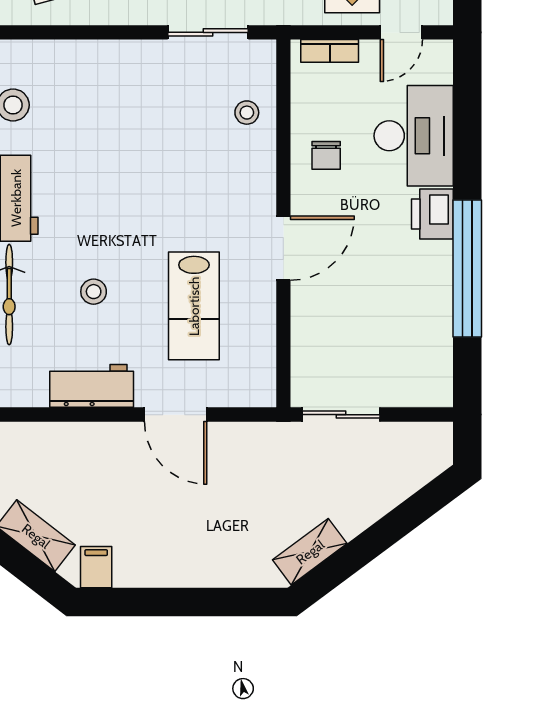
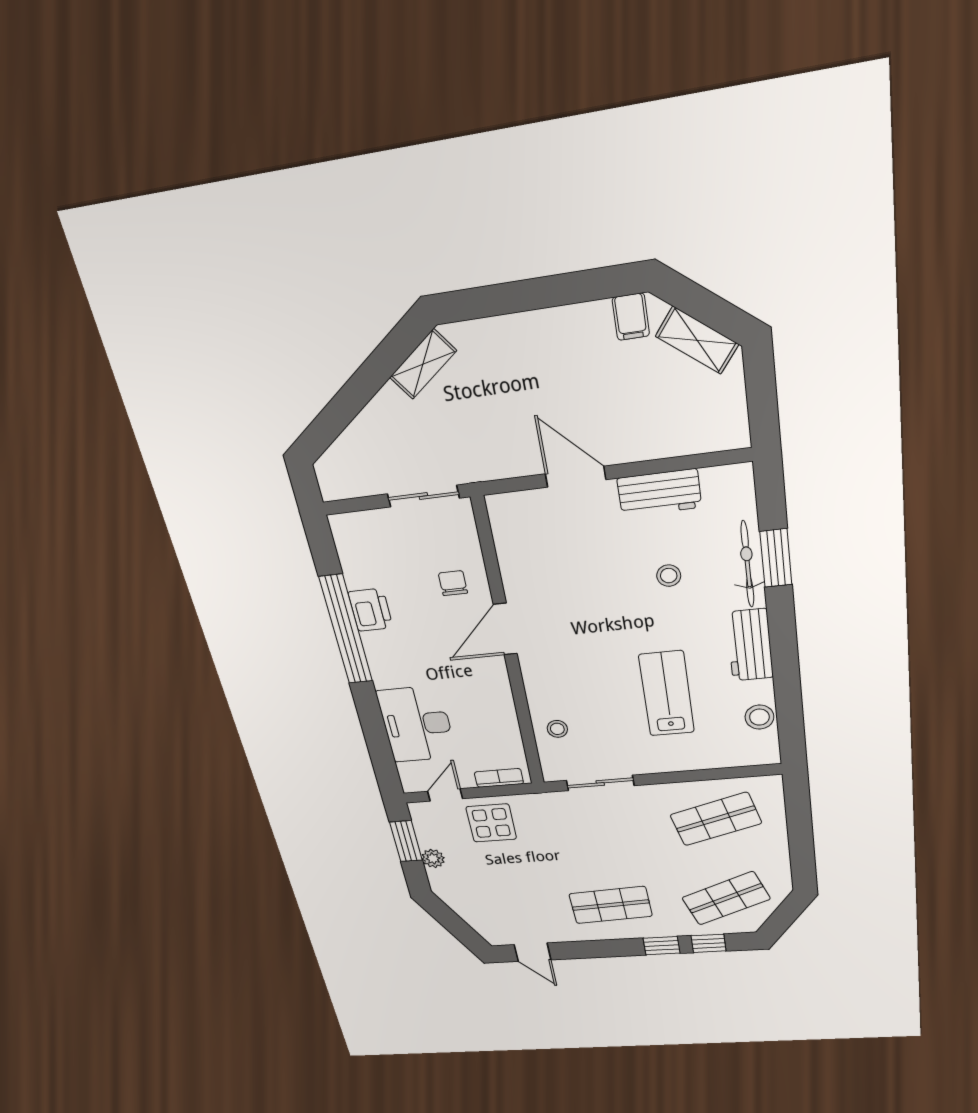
chair: (326, 155) -> (453, 583), moved
printer: (432, 214) -> (370, 610), moved
lab bench: (194, 306) -> (667, 694), moved

